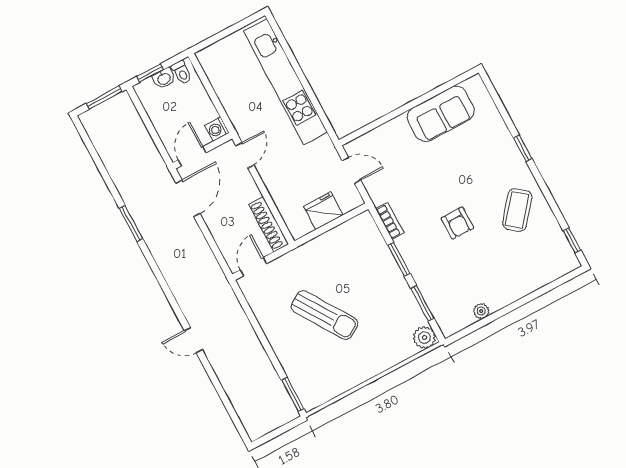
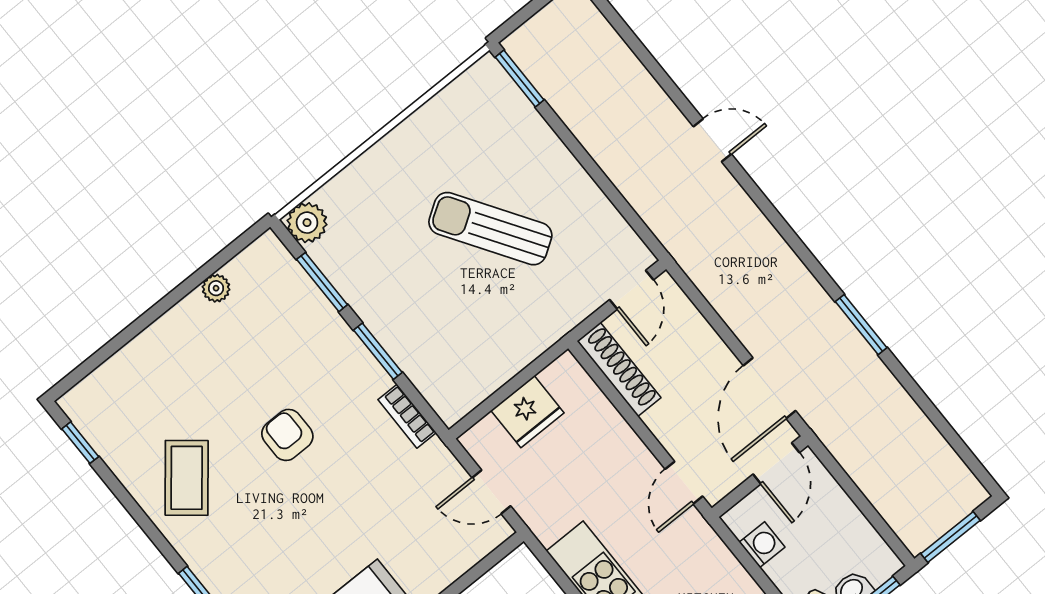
washing machine: (217, 129) -> (762, 545), moved

